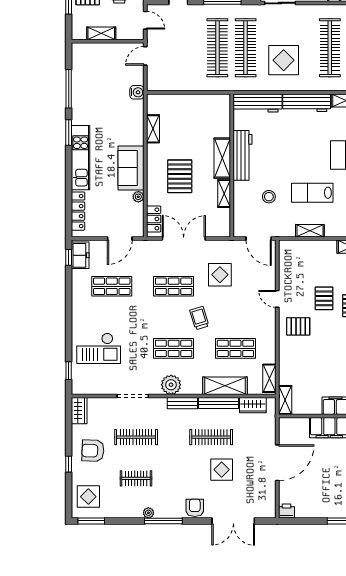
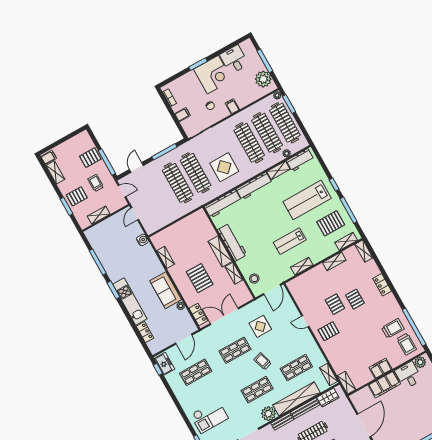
stool: (269, 197) -> (254, 279), moved
locker: (78, 211) -> (145, 332), width x0.66
door: (259, 239) -> (272, 289), hinge flipped
shelving: (225, 386) -> (297, 399), width x1.47

